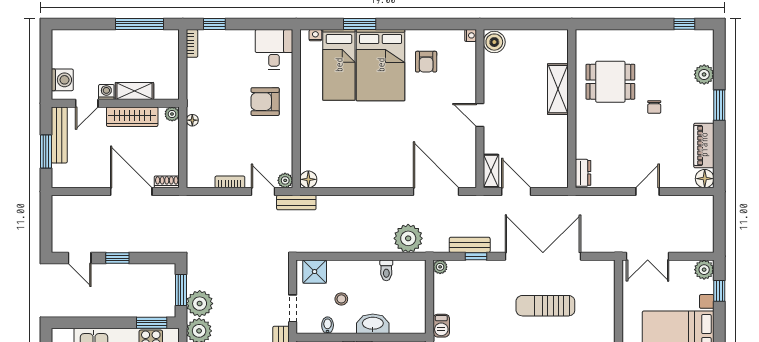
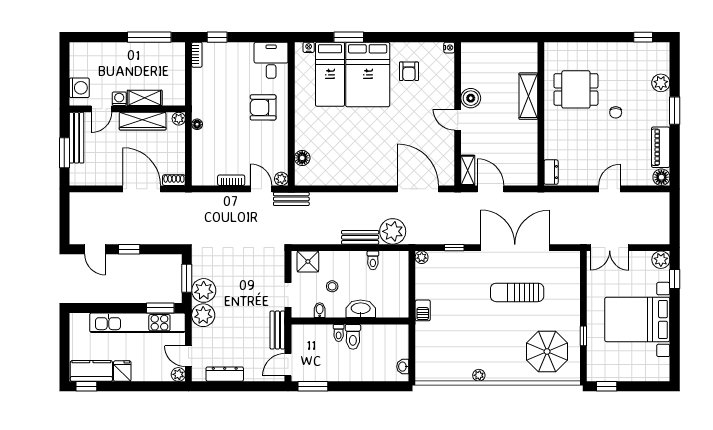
boiler: (494, 42) -> (471, 98), moved
floor lamp: (308, 179) -> (302, 158), moved
bench: (470, 245) -> (360, 237), moved

